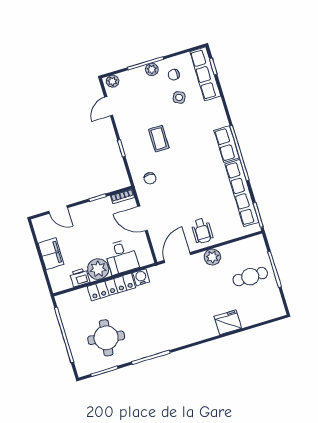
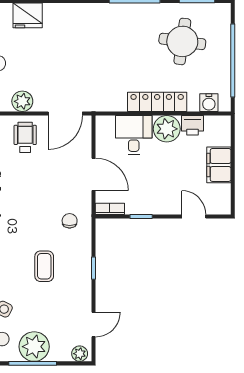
plant: (152, 69) -> (34, 347), width x1.87, depth x1.87
water cooler: (141, 277) -> (209, 103), moved

